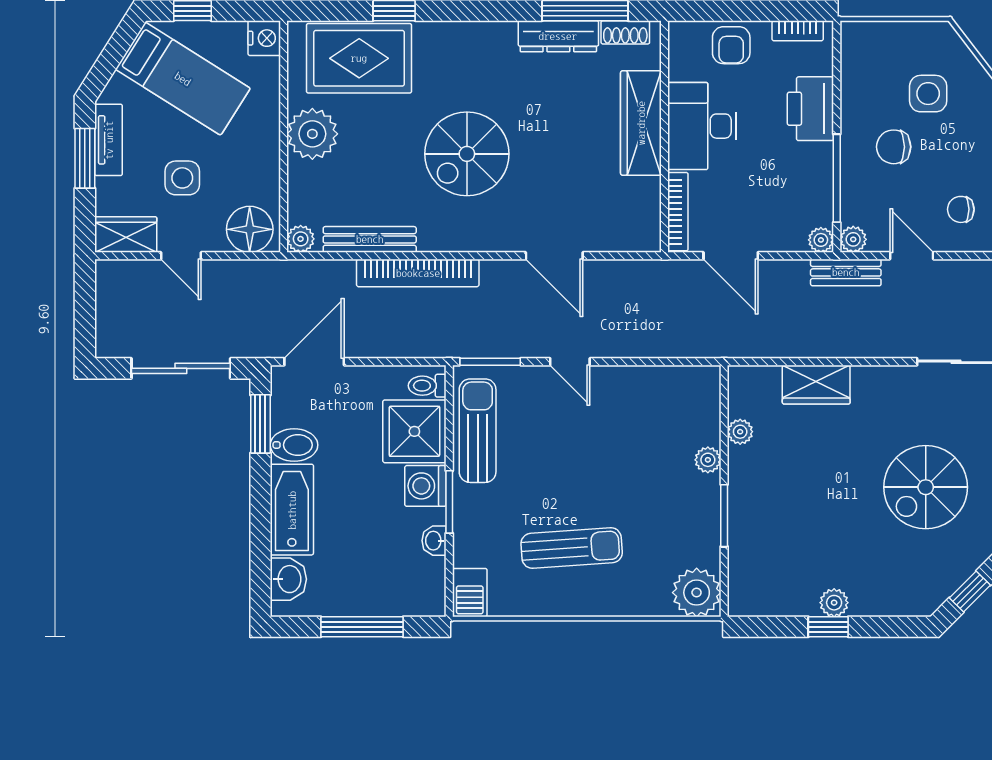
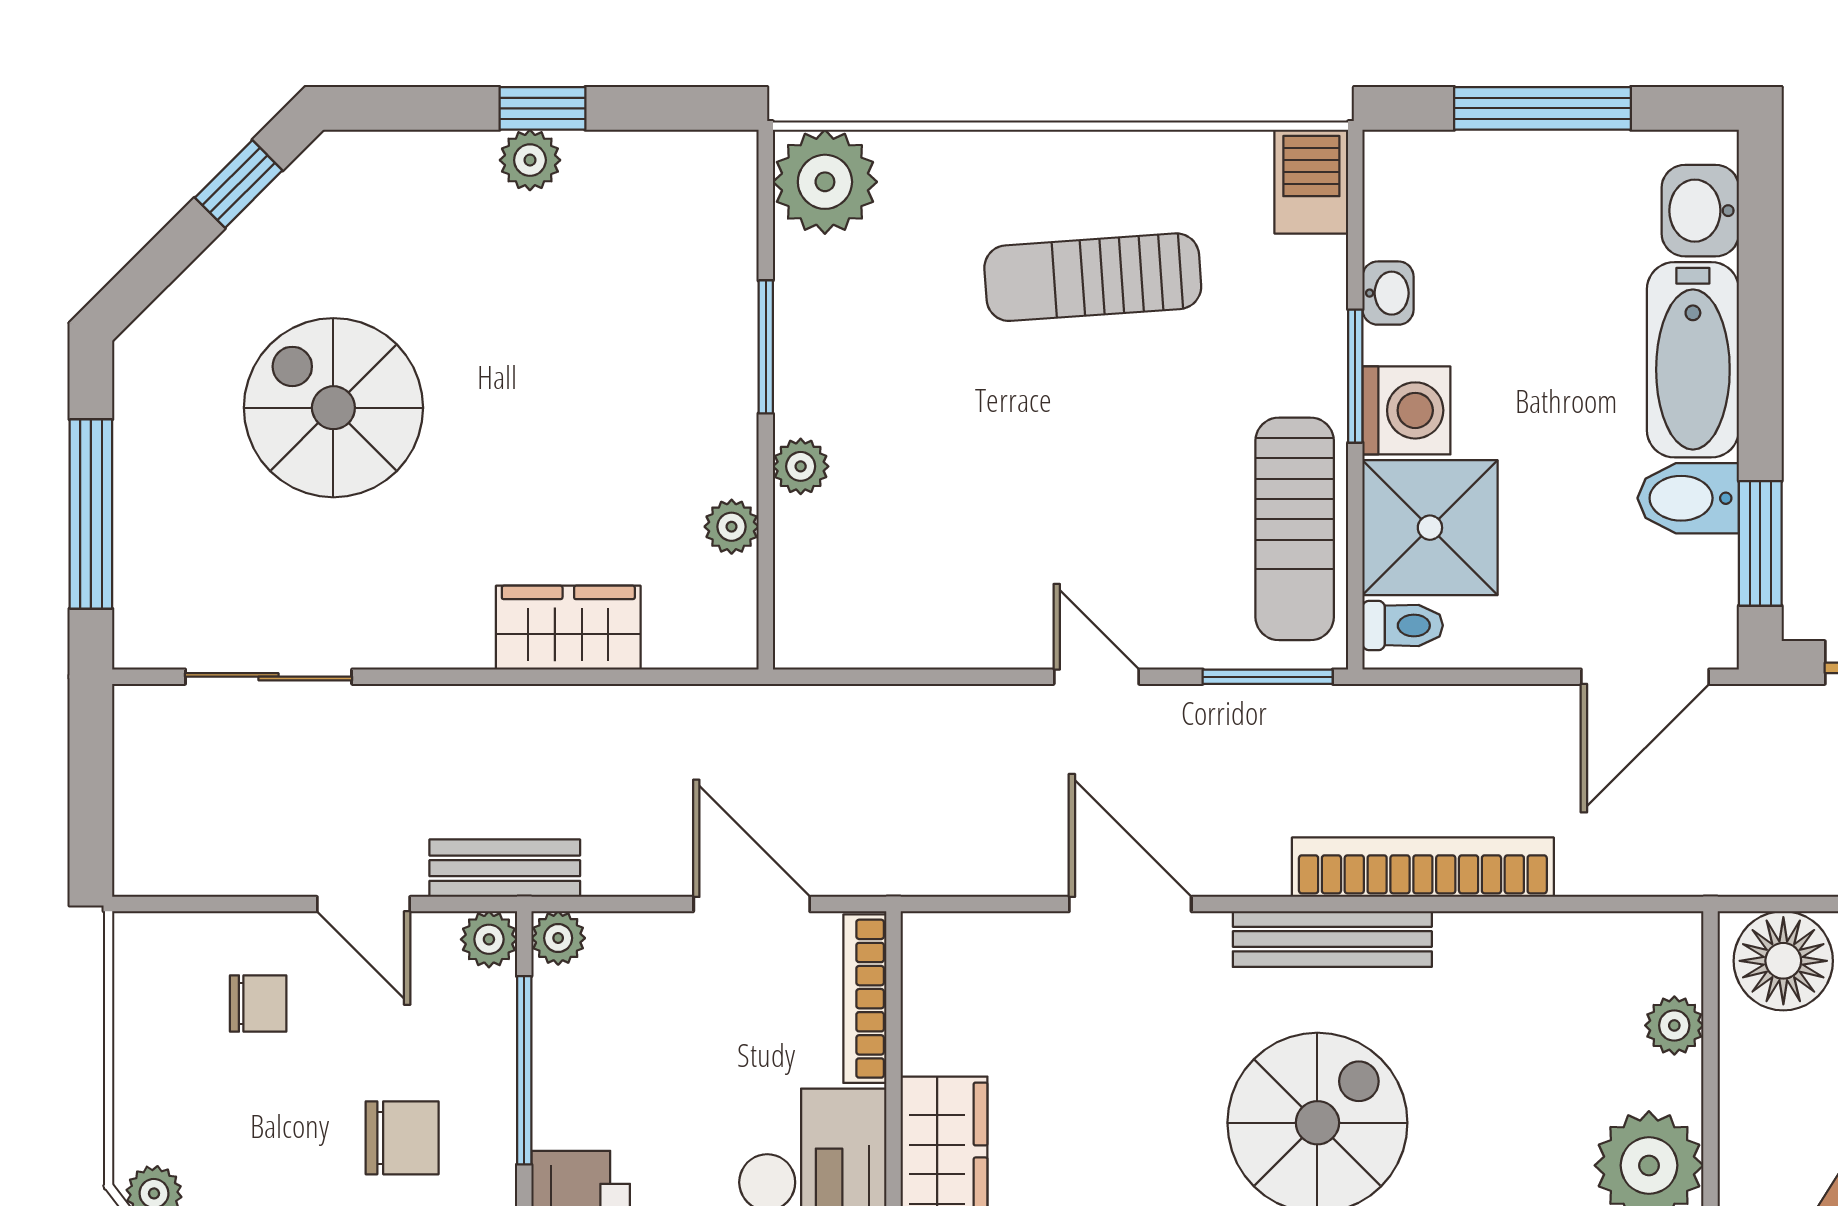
plant: (301, 239) -> (1674, 1025), moved
bench: (370, 239) -> (1332, 939), moved
spiral stairs: (926, 487) -> (333, 408), turned -90

